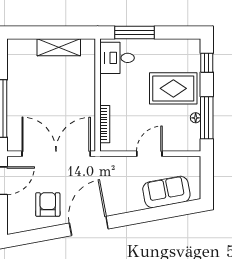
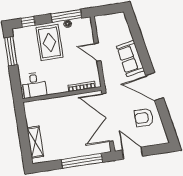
window: (135, 32) -> (11, 51), moved
shelving: (59, 47) -> (35, 142), moved
sofa: (166, 192) -> (130, 58), moved

